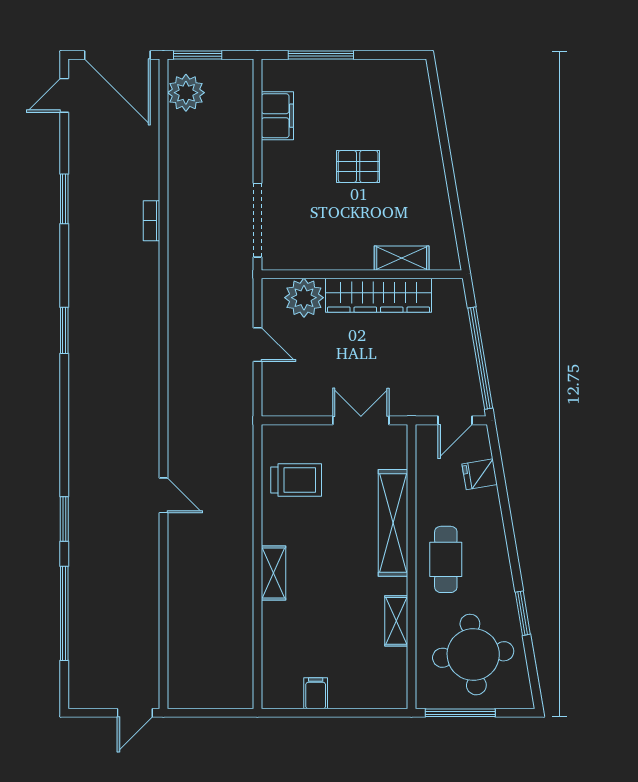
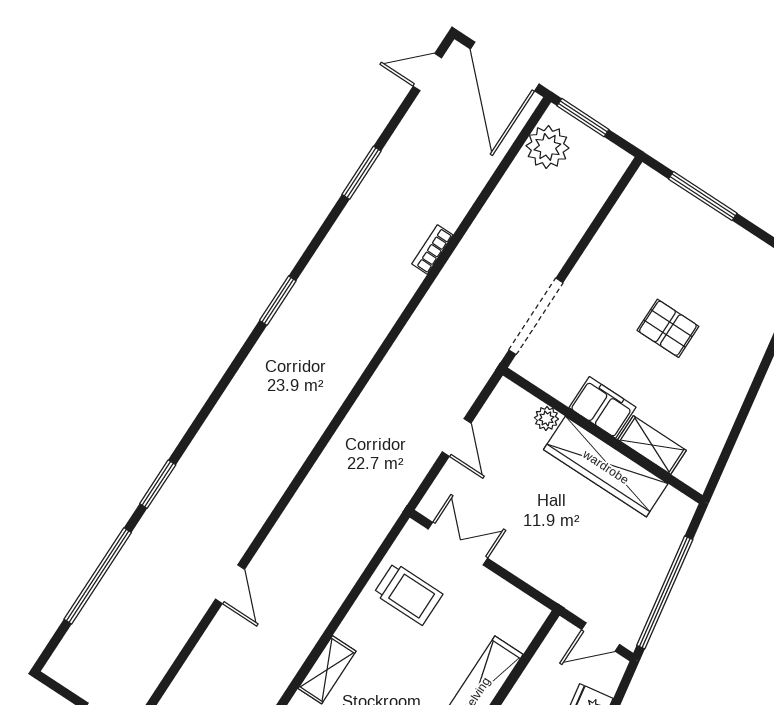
filing cabinet: (277, 116) -> (602, 407), moved, turned -90
plant: (304, 298) -> (546, 418), width x0.53, depth x0.53
double door: (361, 420) -> (458, 544), moved
door: (163, 495) -> (230, 584), moved

